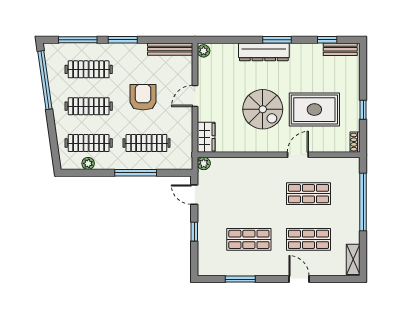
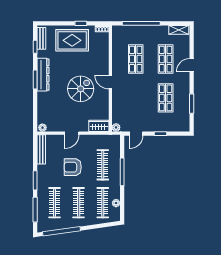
dresser: (264, 52) -> (43, 75), moved
door: (195, 96) -> (72, 133), hinge flipped
rug: (314, 110) -> (72, 40), moved, turned 90
door: (298, 155) -> (110, 82), moved

